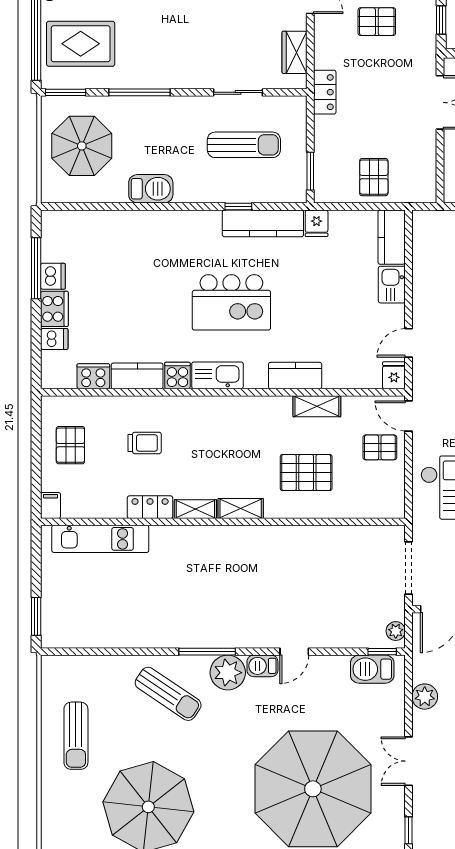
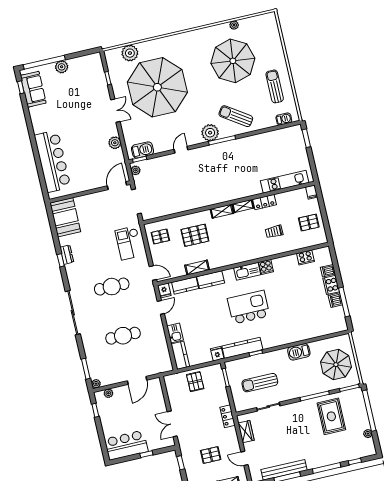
rug: (81, 44) -> (331, 416), moved, turned 90
kitchen counter: (137, 376) -> (185, 285), moved
pallet: (70, 445) -> (309, 223), turned 90
pallet: (380, 447) -> (160, 236), moved
barbecue: (262, 666) -> (284, 119), moved

